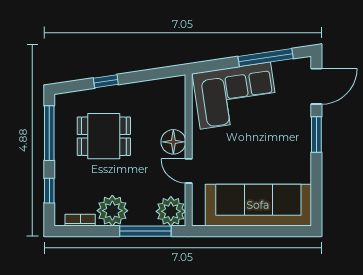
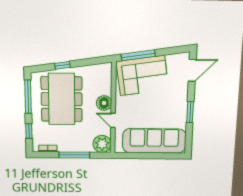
window: (266, 58) -> (138, 55), moved
window: (316, 135) -> (190, 112), moved
dining table: (104, 136) -> (62, 99), width x1.88, depth x1.24
plant: (112, 211) -> (67, 143), removed
window: (145, 231) -> (74, 155), moved

